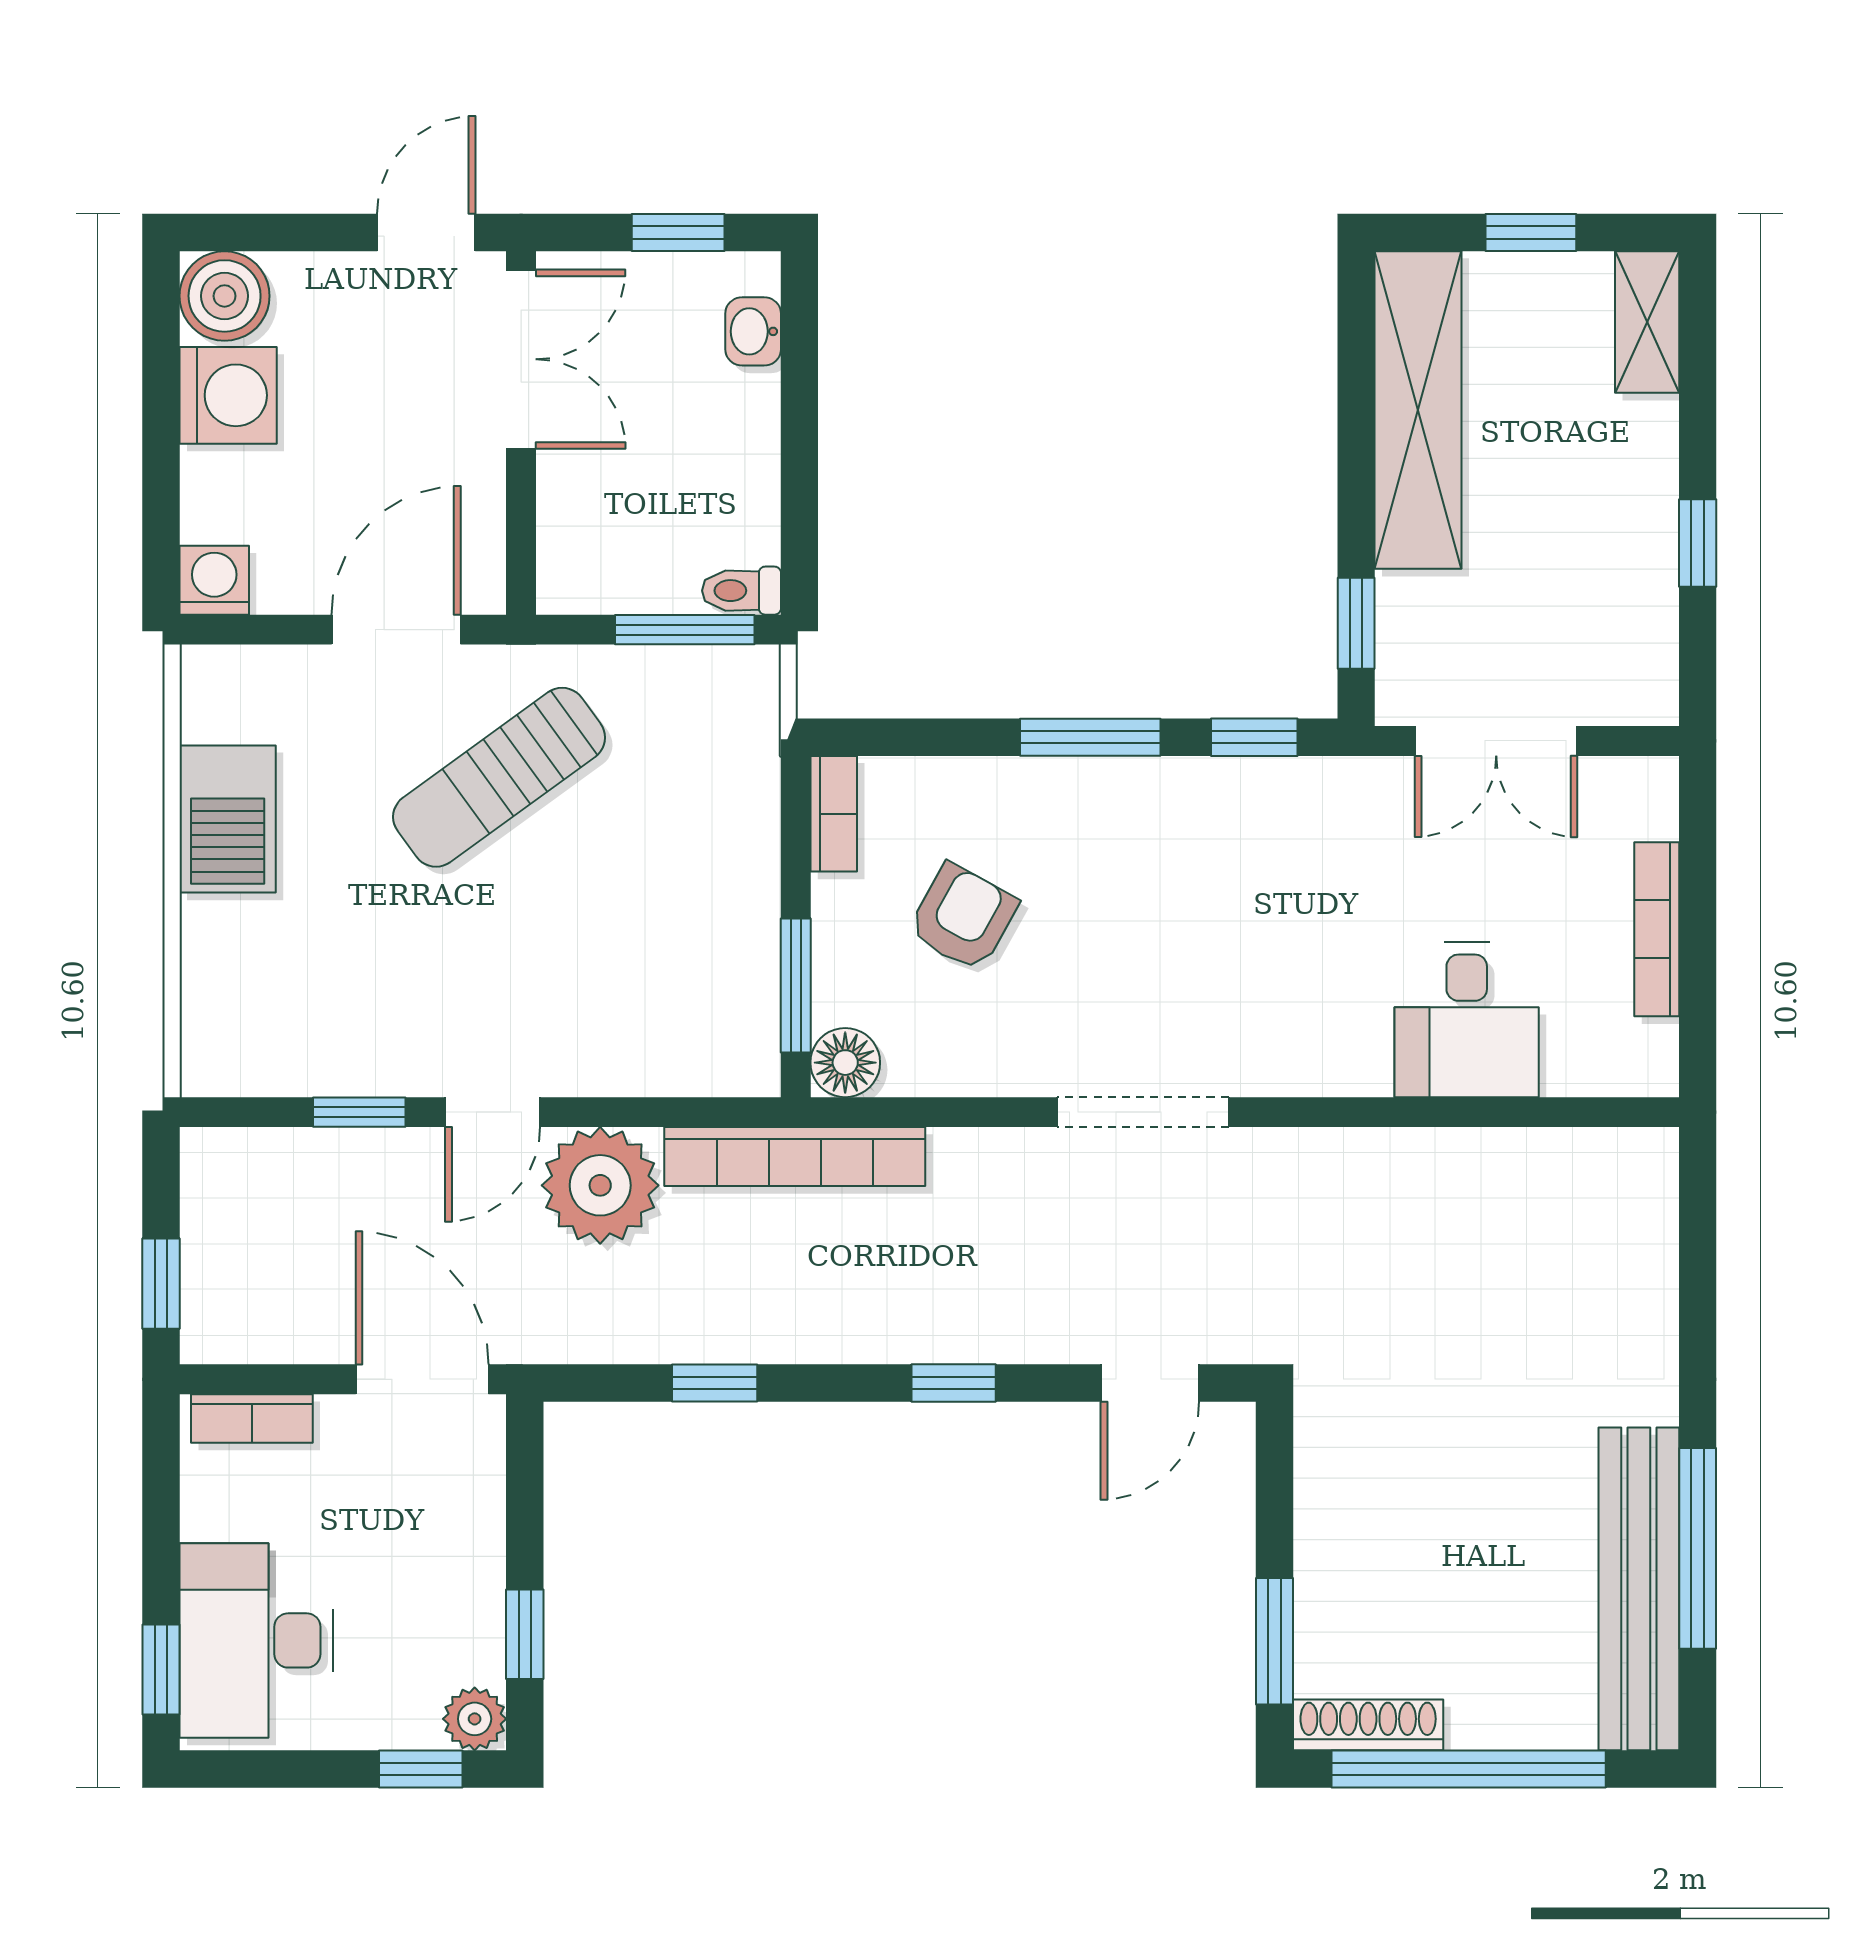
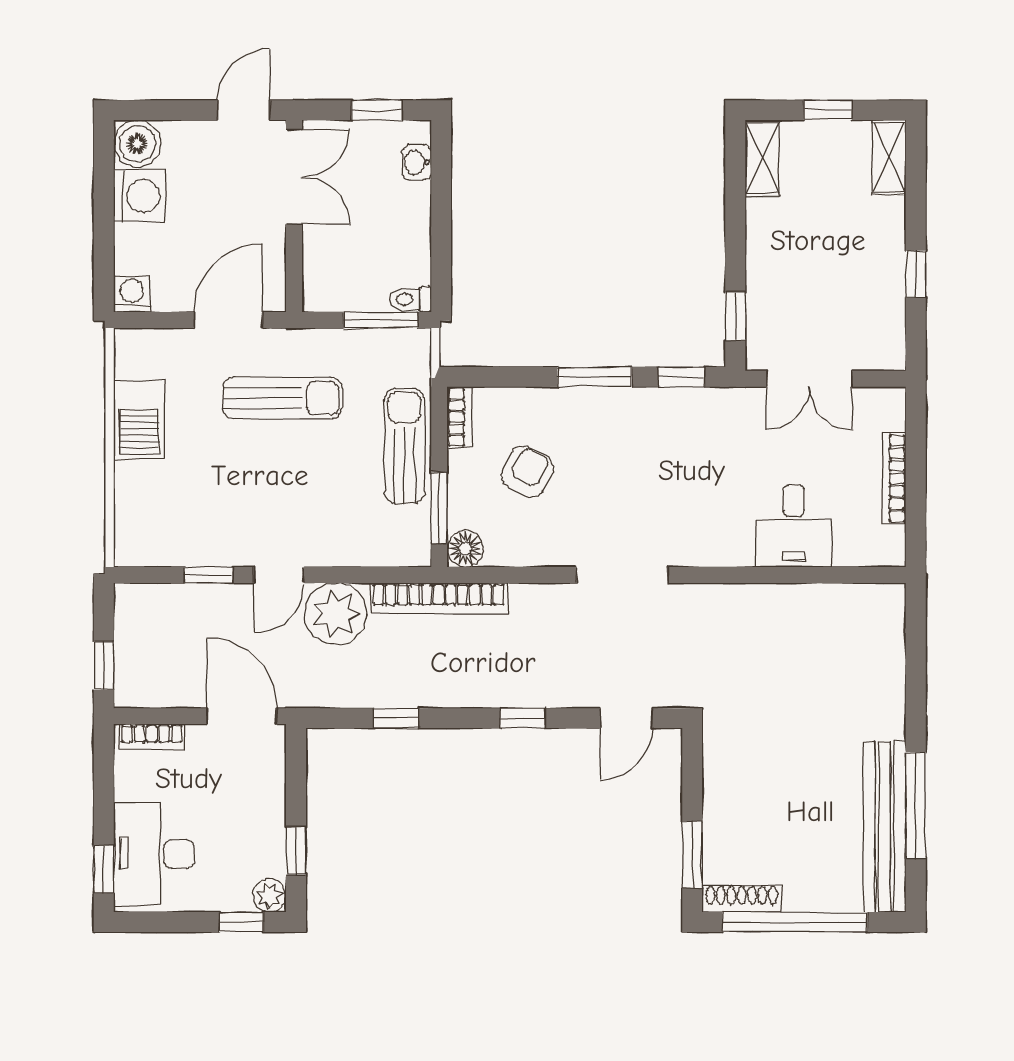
shelving: (1418, 410) -> (762, 158), width x0.45, depth x0.75
sun lounger: (499, 777) -> (282, 398), turned -144
sun lounger: (730, 868) -> (404, 446), added

